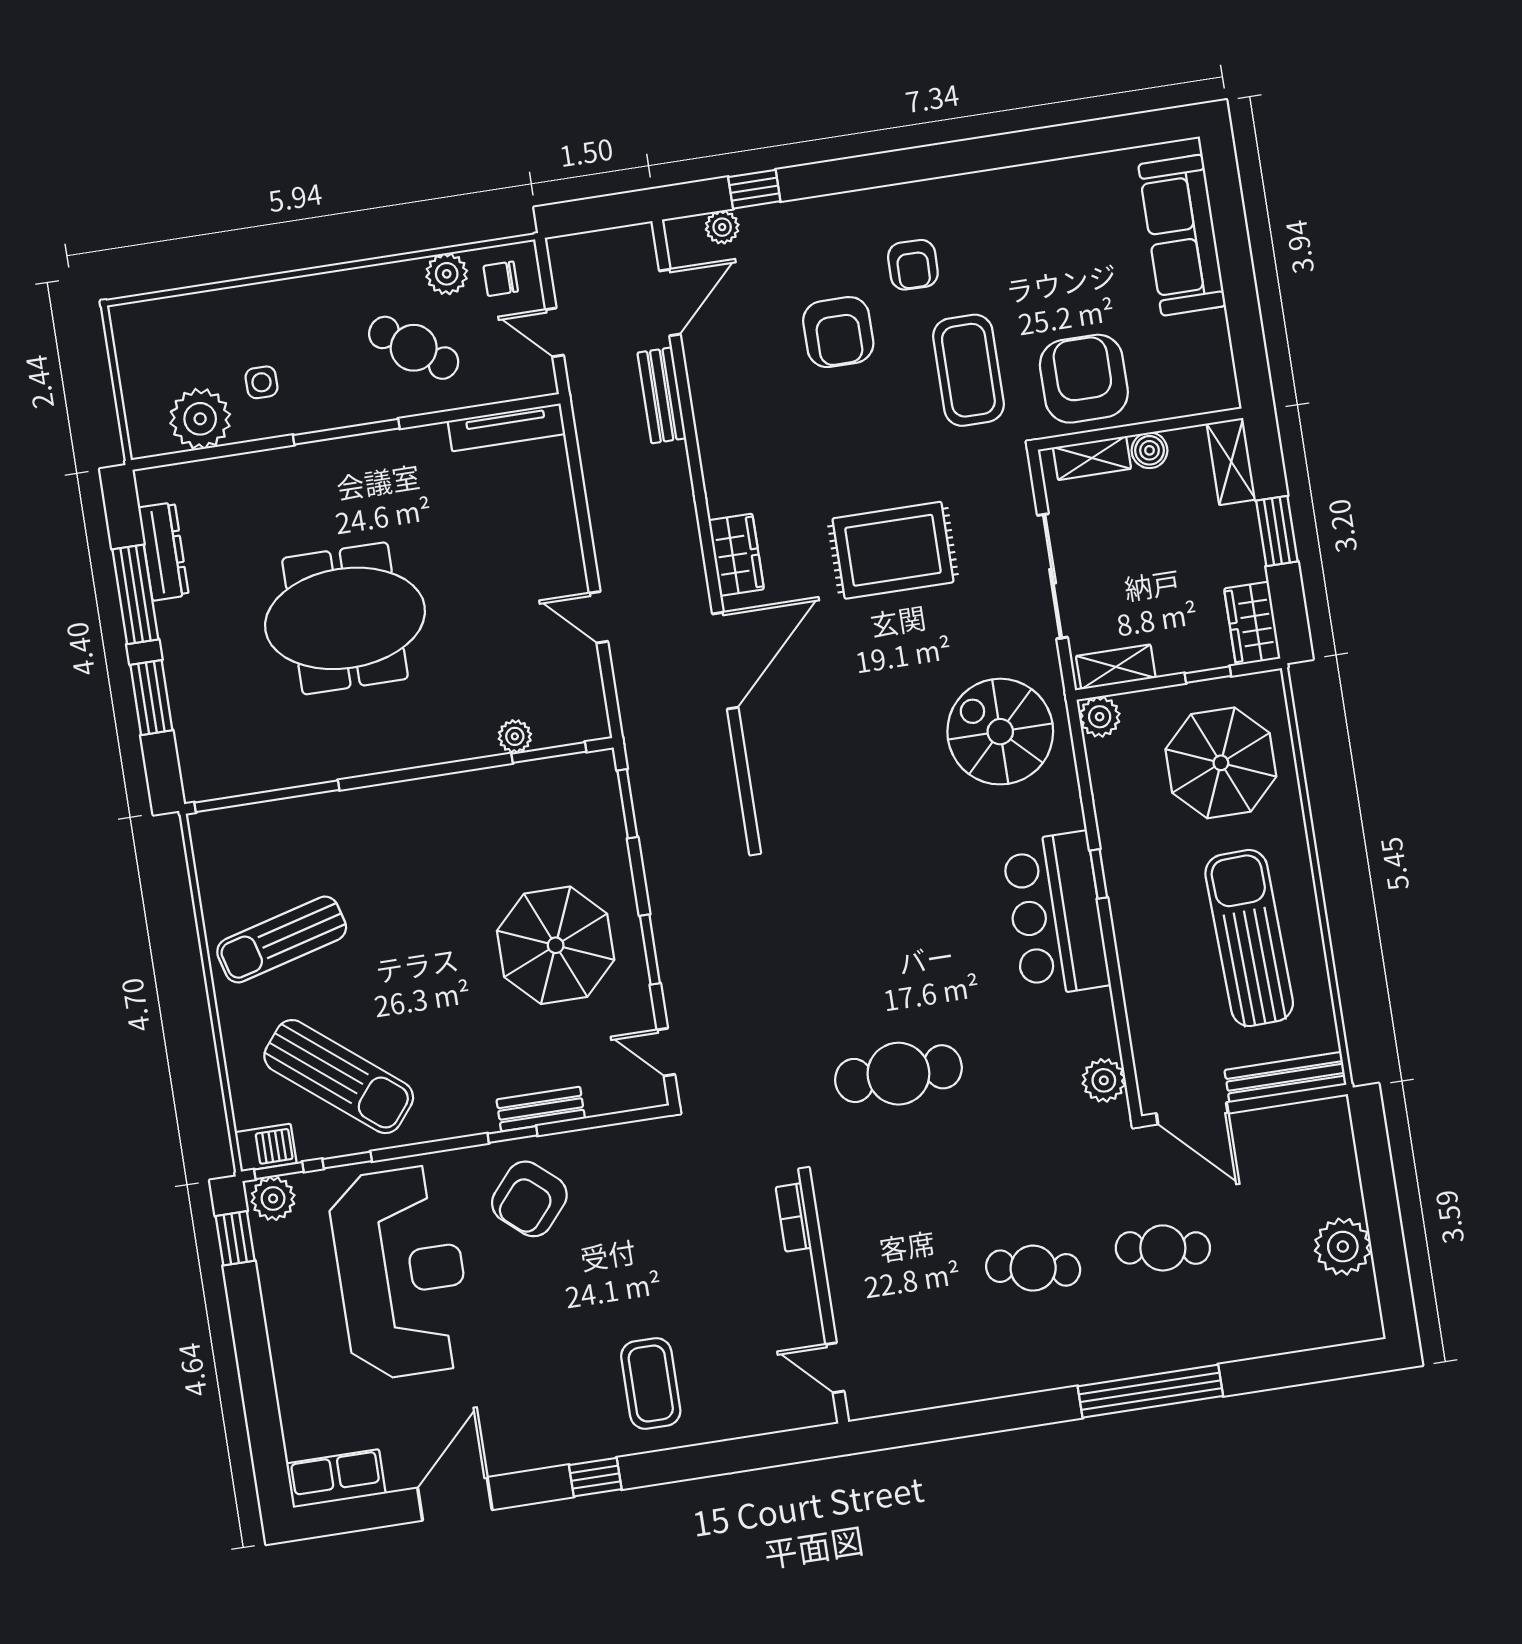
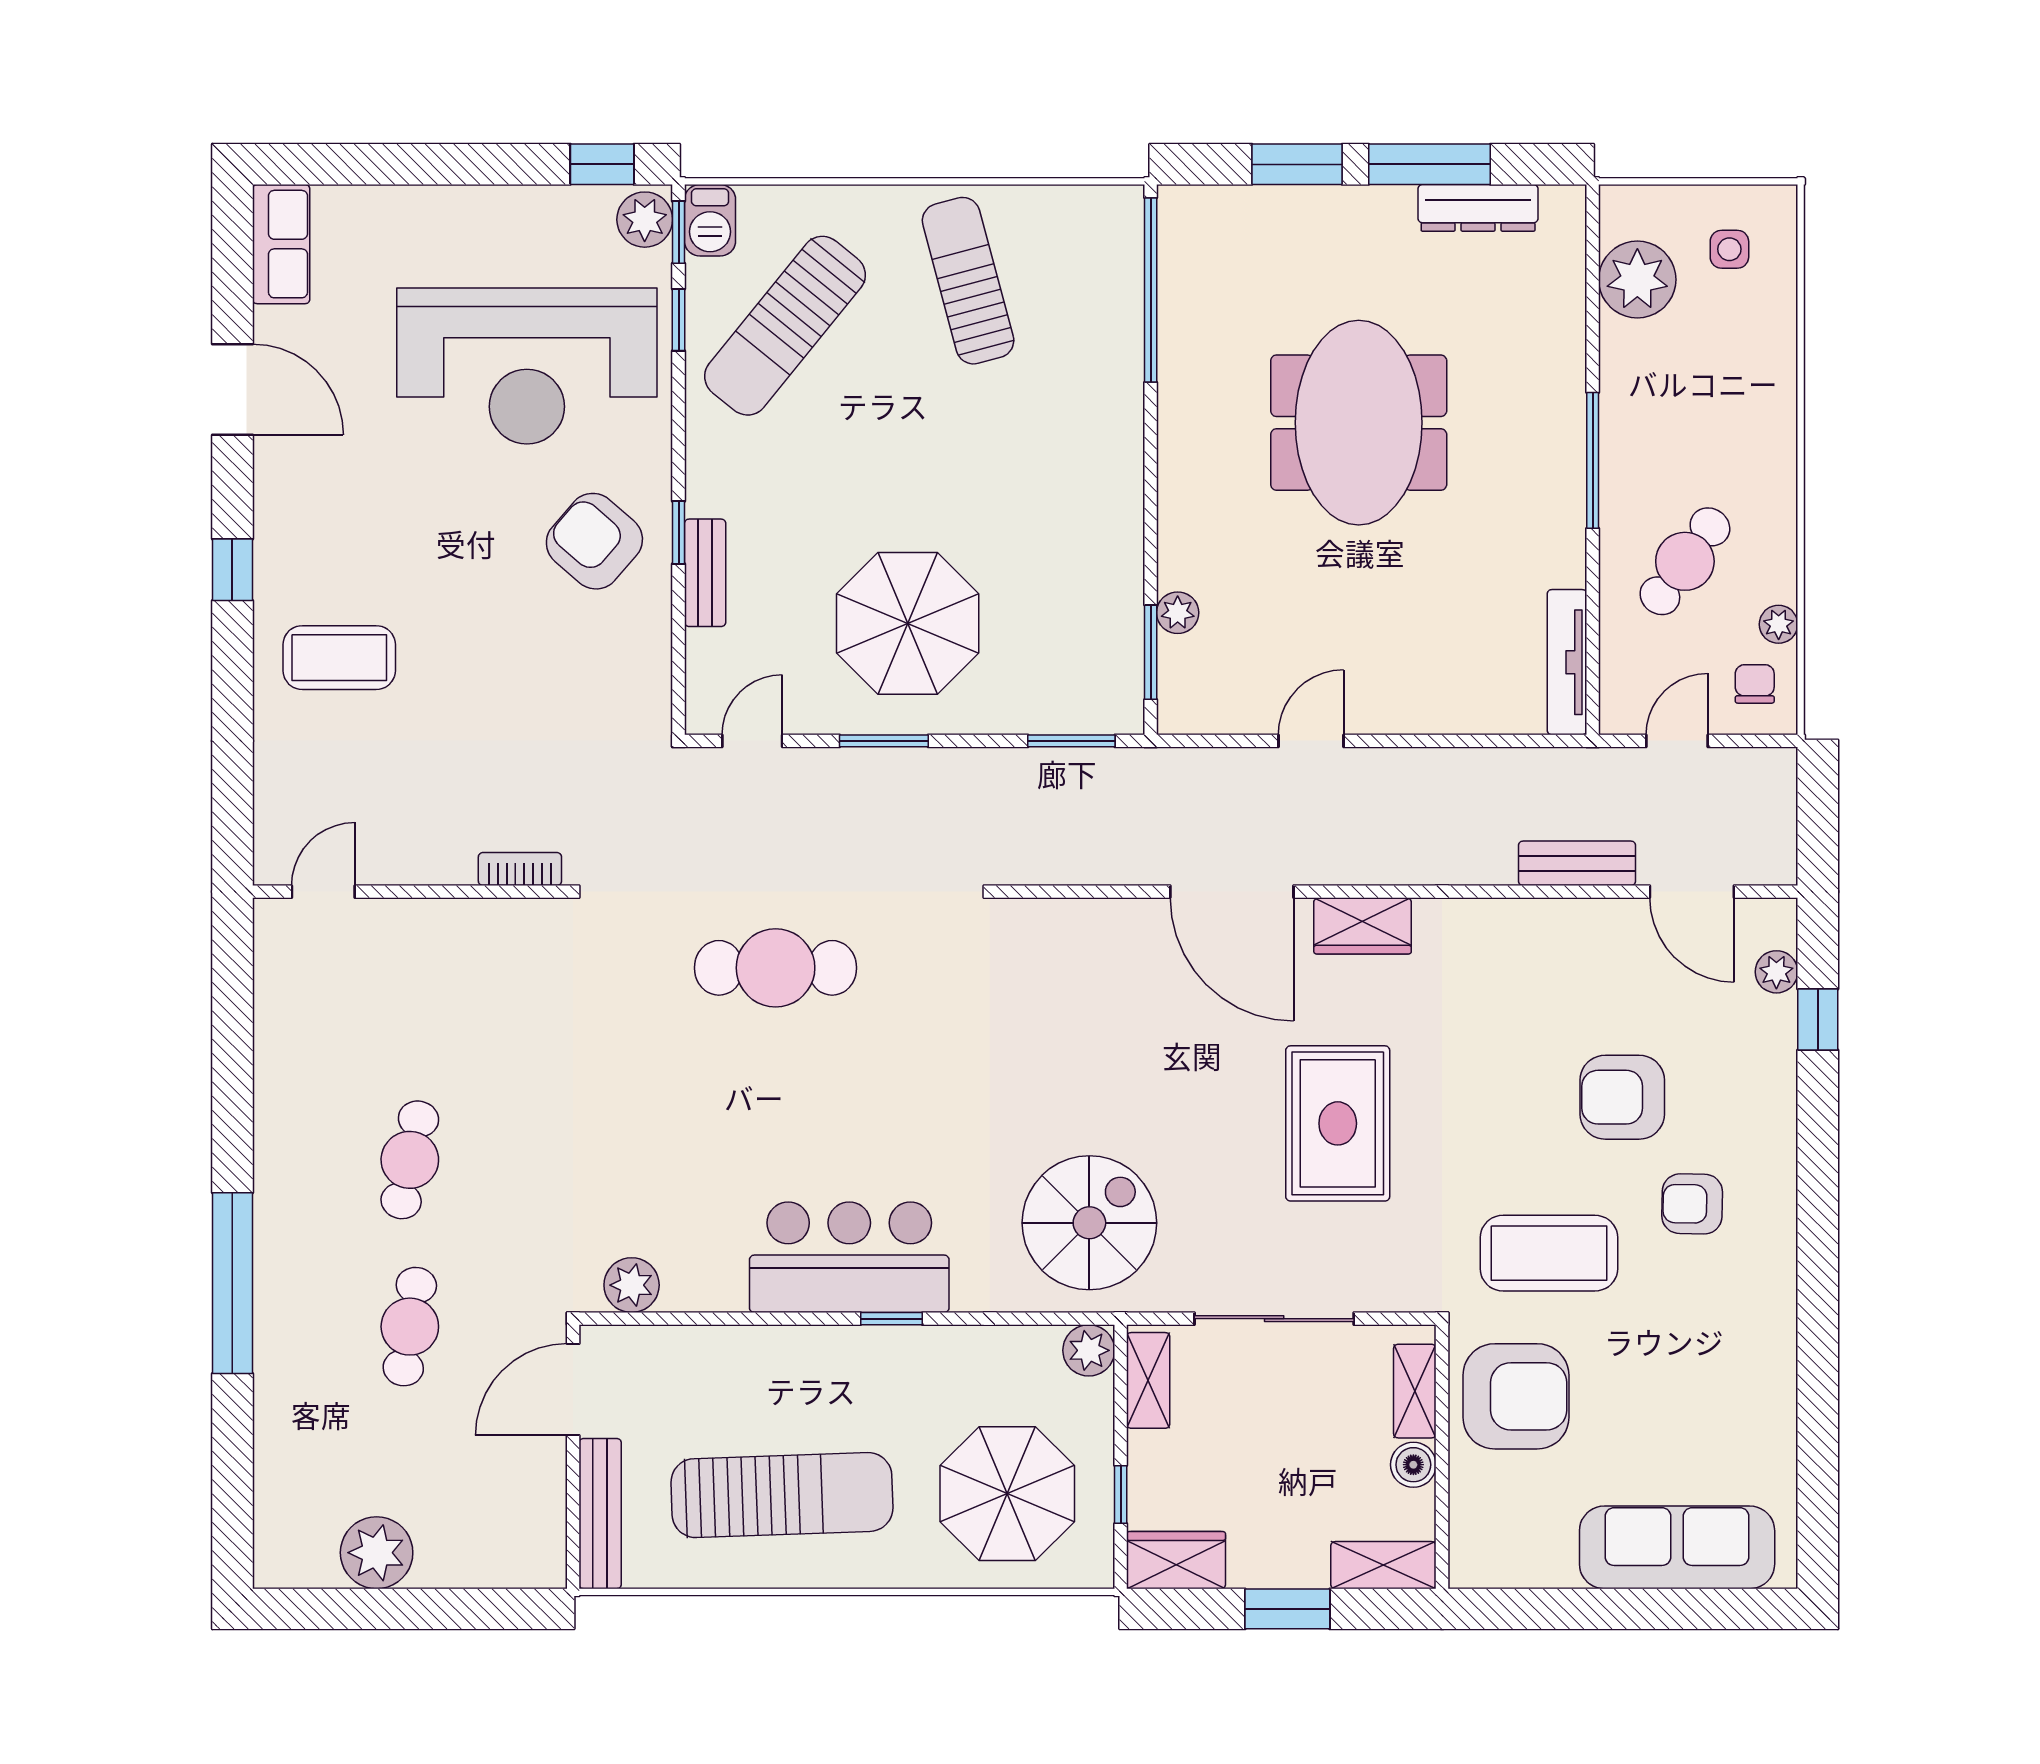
plant: (447, 274) -> (1779, 624), width x0.73, depth x0.73
side table: (261, 382) -> (1729, 249), moved
cafe table: (898, 1074) -> (776, 968), moved, turned 90

